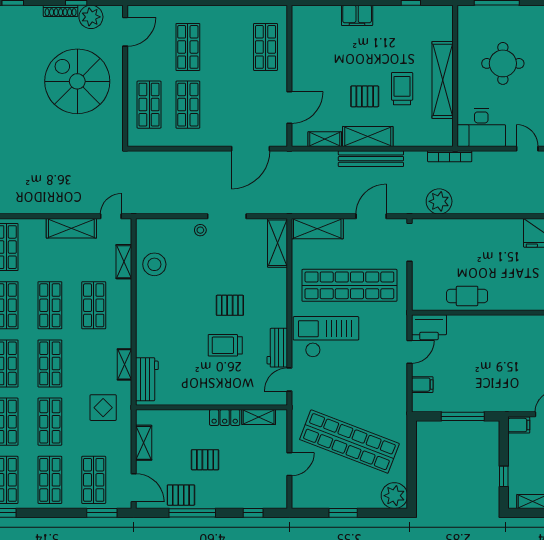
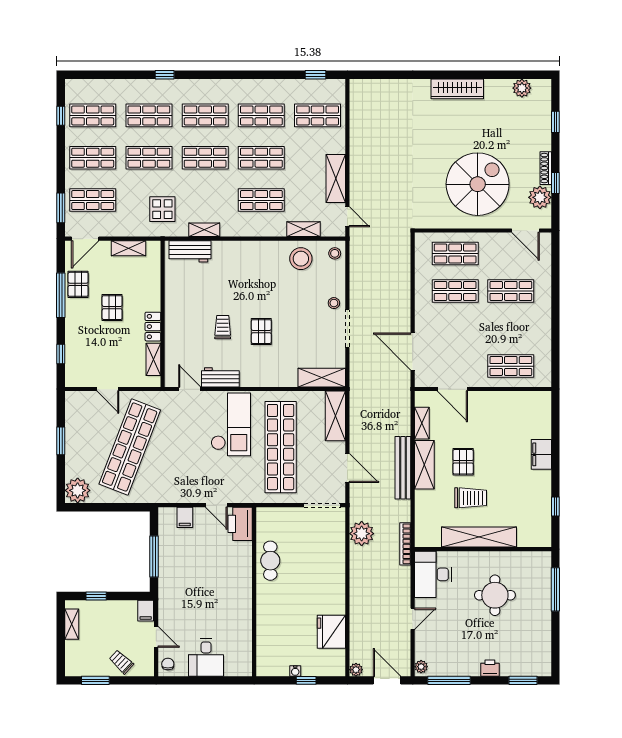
stool: (149, 229) -> (335, 253), added
trolley: (225, 345) -> (223, 327), width x0.73, depth x0.72

